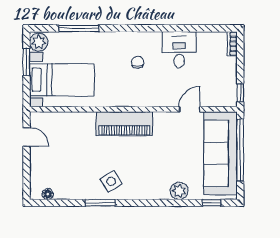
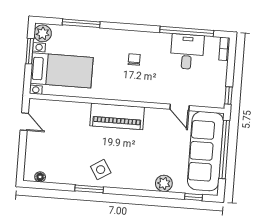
window: (191, 28) -> (187, 31), added
desk: (179, 50) -> (187, 52), moved
door: (189, 109) -> (180, 107), swing flipped

